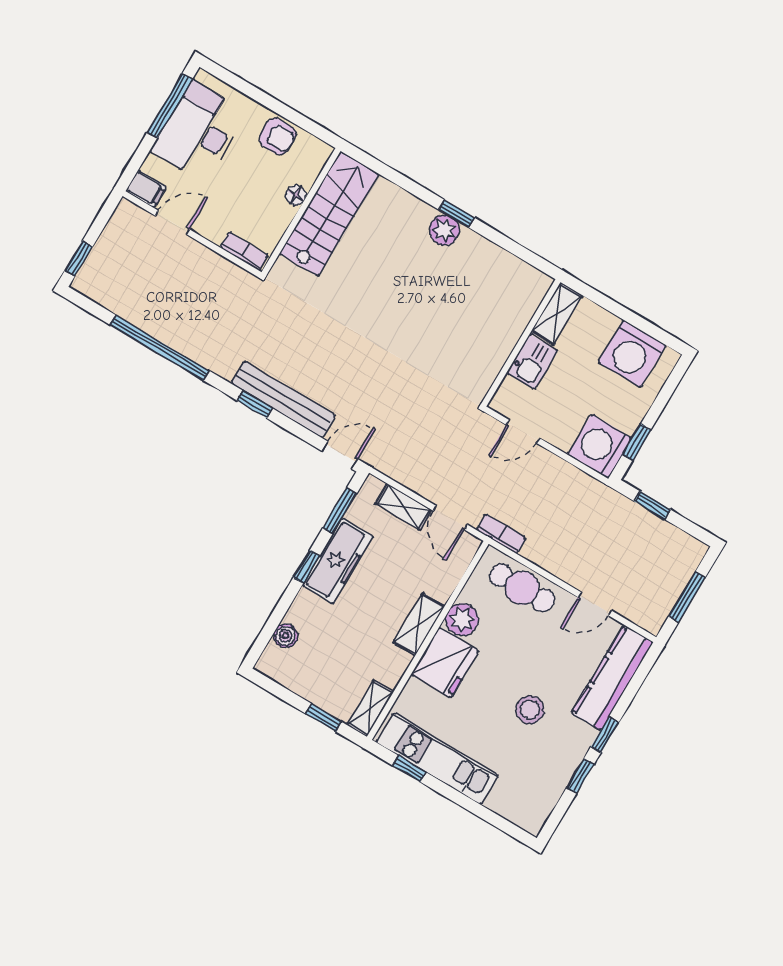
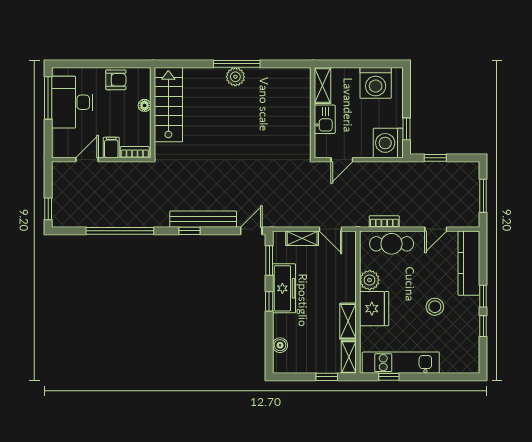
filing cabinet: (146, 189) -> (111, 147), moved, turned -90
window: (457, 214) -> (237, 64), width x2.17
bookcase: (501, 534) -> (384, 221), moved
shelving: (419, 624) -> (348, 321), moved

